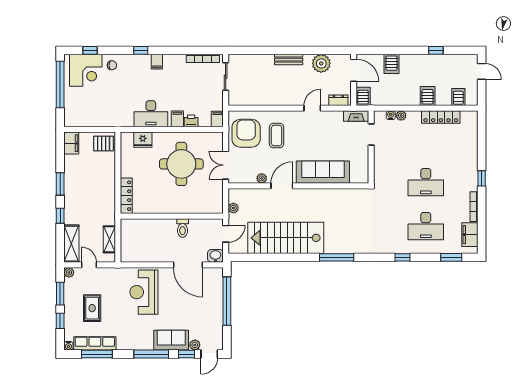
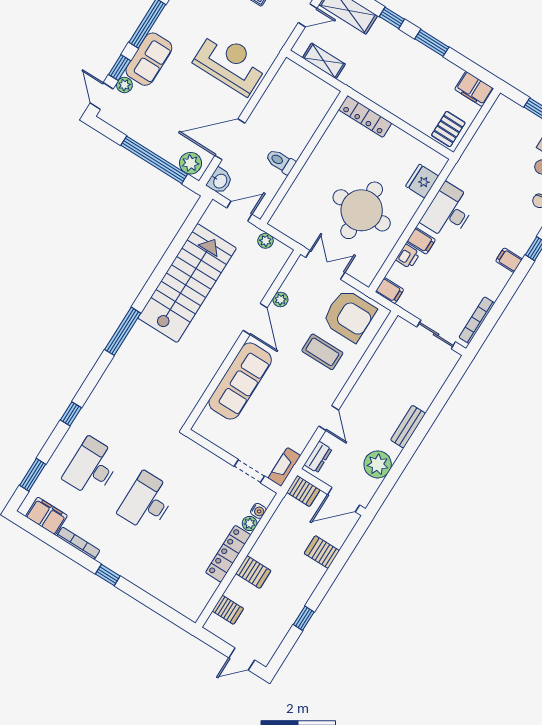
locker: (441, 117) -> (228, 554), moved
door: (226, 234) -> (239, 211), swing flipped
plant: (216, 279) -> (190, 163), added

